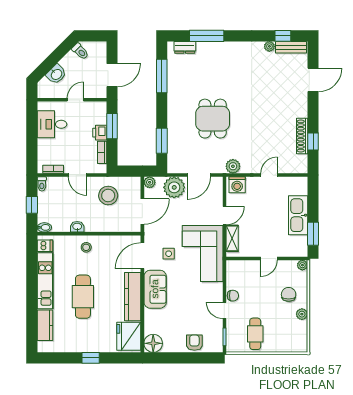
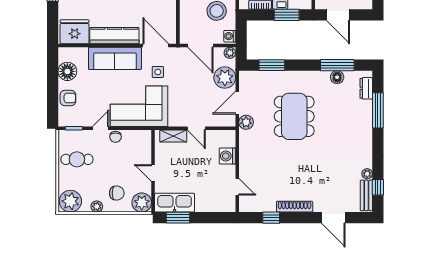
floor lamp: (174, 76) -> (337, 77), added
dining table: (213, 119) -> (294, 116), width x1.38
shoe rack: (302, 136) -> (295, 207), moved
plant: (233, 166) -> (246, 122), moved
door: (199, 175) -> (237, 103), hinge flipped
door: (269, 175) -> (237, 187), moved
washing machine: (133, 182) -> (230, 36), added
washing machine: (237, 185) -> (227, 156), moved
kitchen sink: (298, 215) -> (175, 203), moved
corner sofa: (203, 254) -> (139, 106), moved
plant: (302, 265) -> (142, 203), width x1.88, depth x1.88
sofa: (155, 289) -> (115, 58), width x1.36
plant: (297, 340) -> (70, 201), added
floor lamp: (153, 343) -> (67, 71), moved

